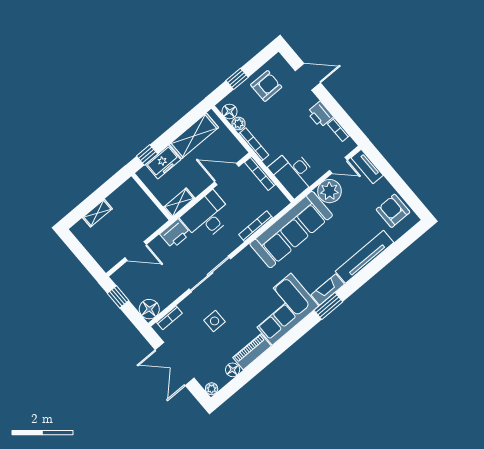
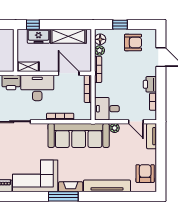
desk: (293, 173) -> (107, 109), width x0.73
plant: (329, 191) -> (115, 128), width x0.53, depth x0.53
window: (328, 306) -> (63, 196), width x1.44

